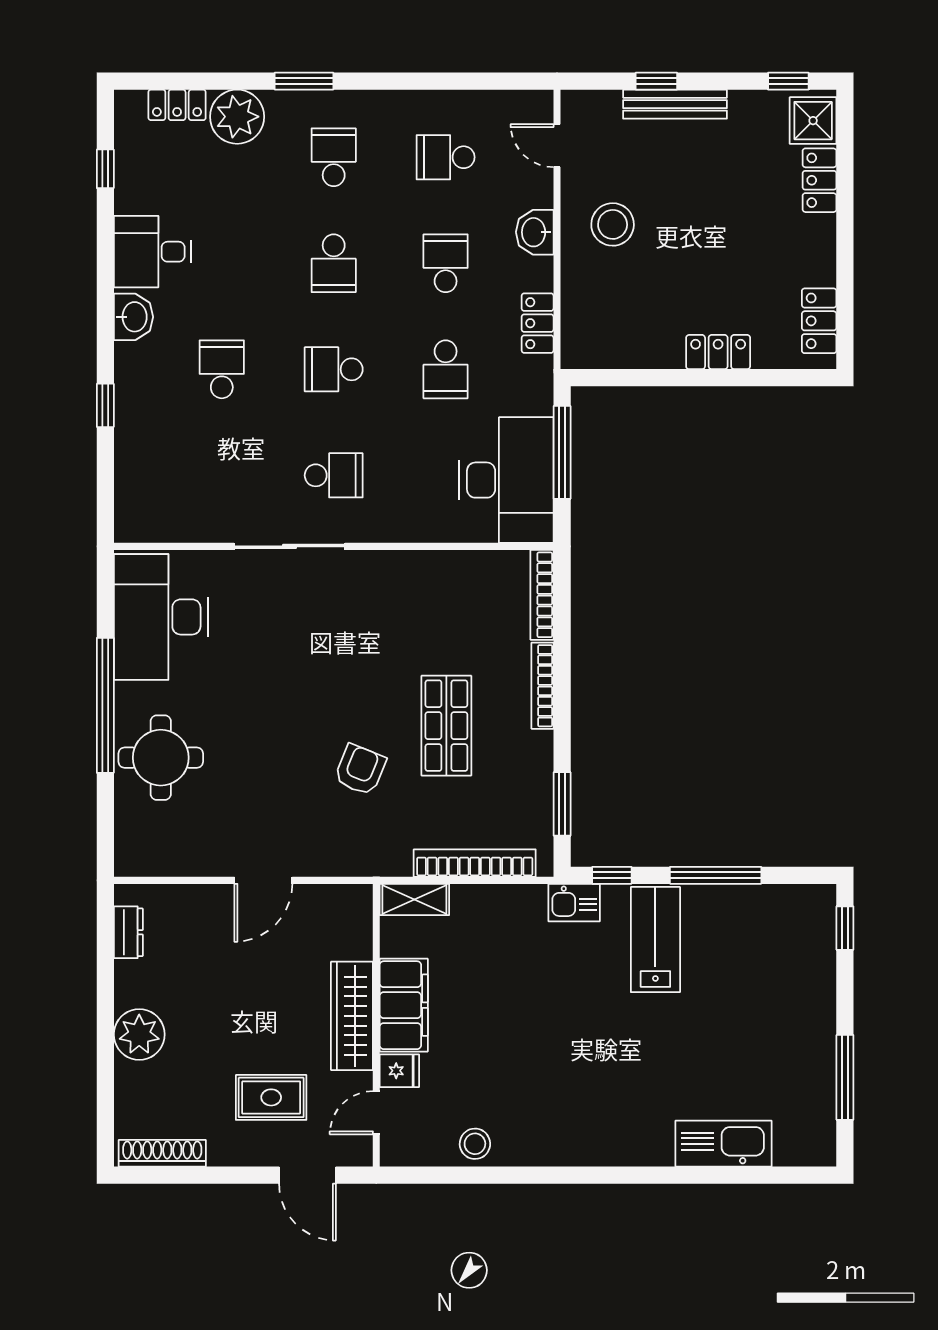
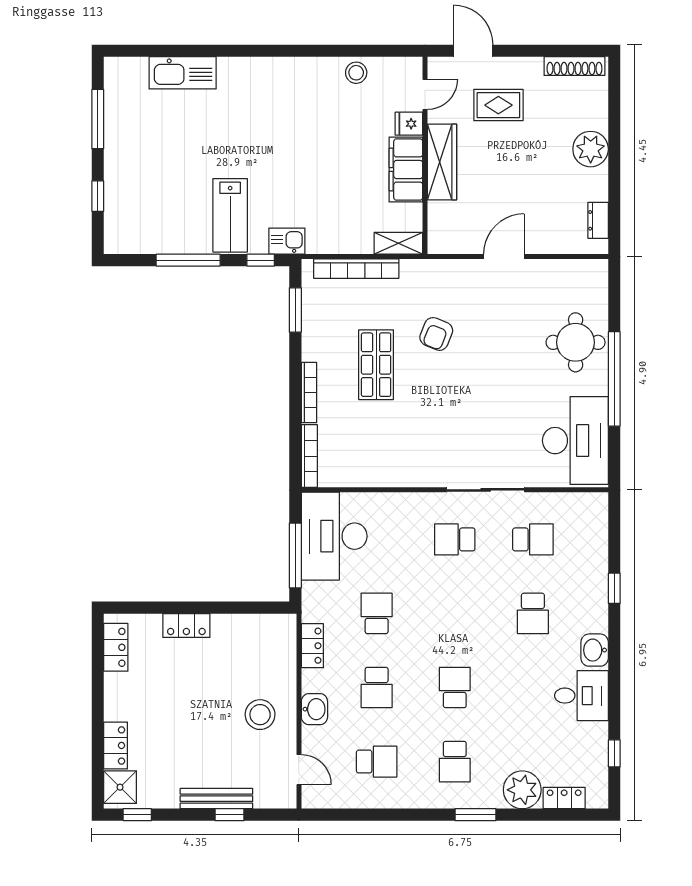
school desk: (334, 369) -> (533, 539), moved
window: (845, 928) -> (98, 196), moved

